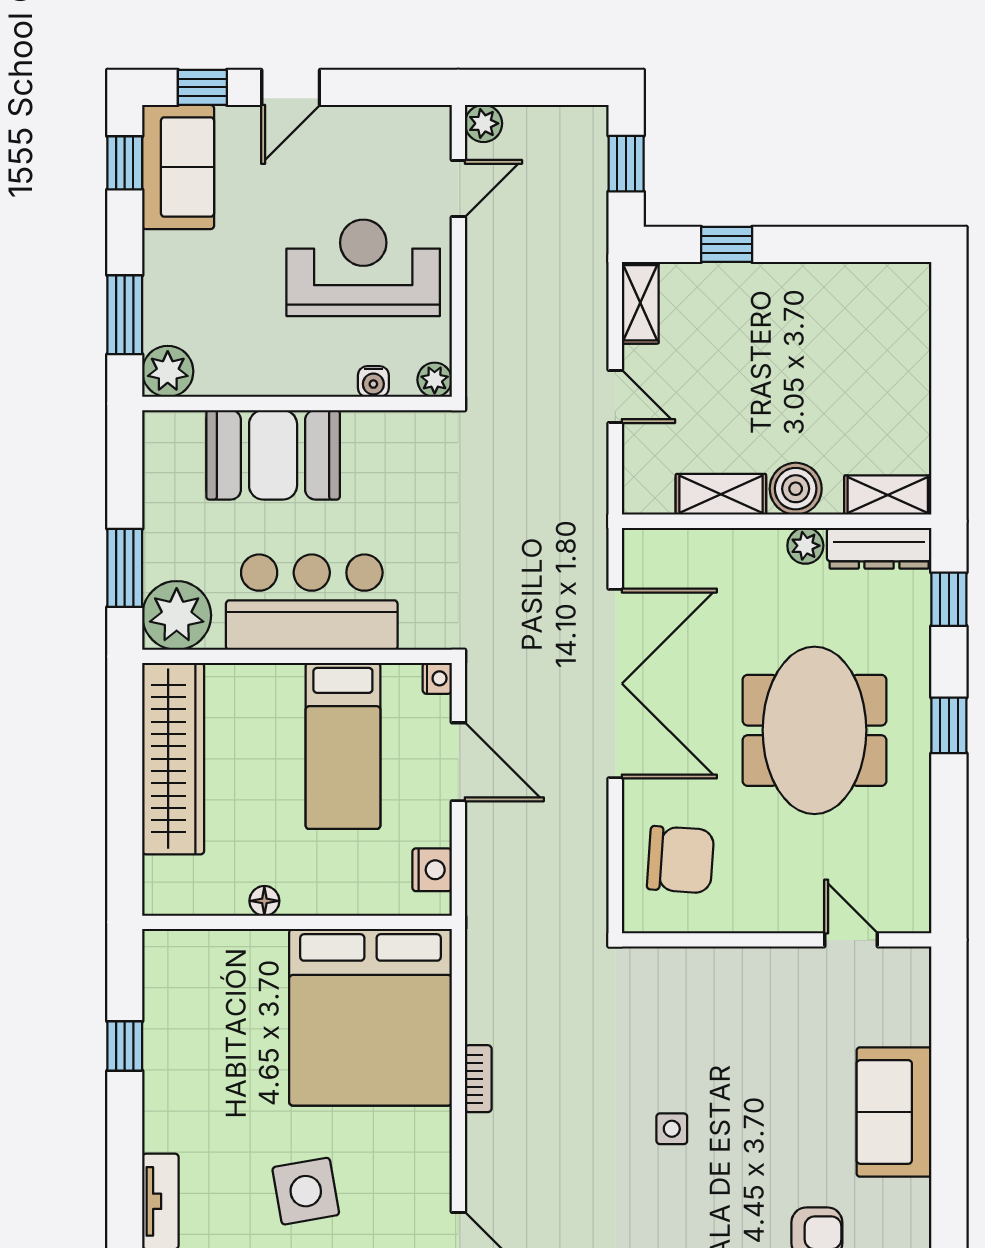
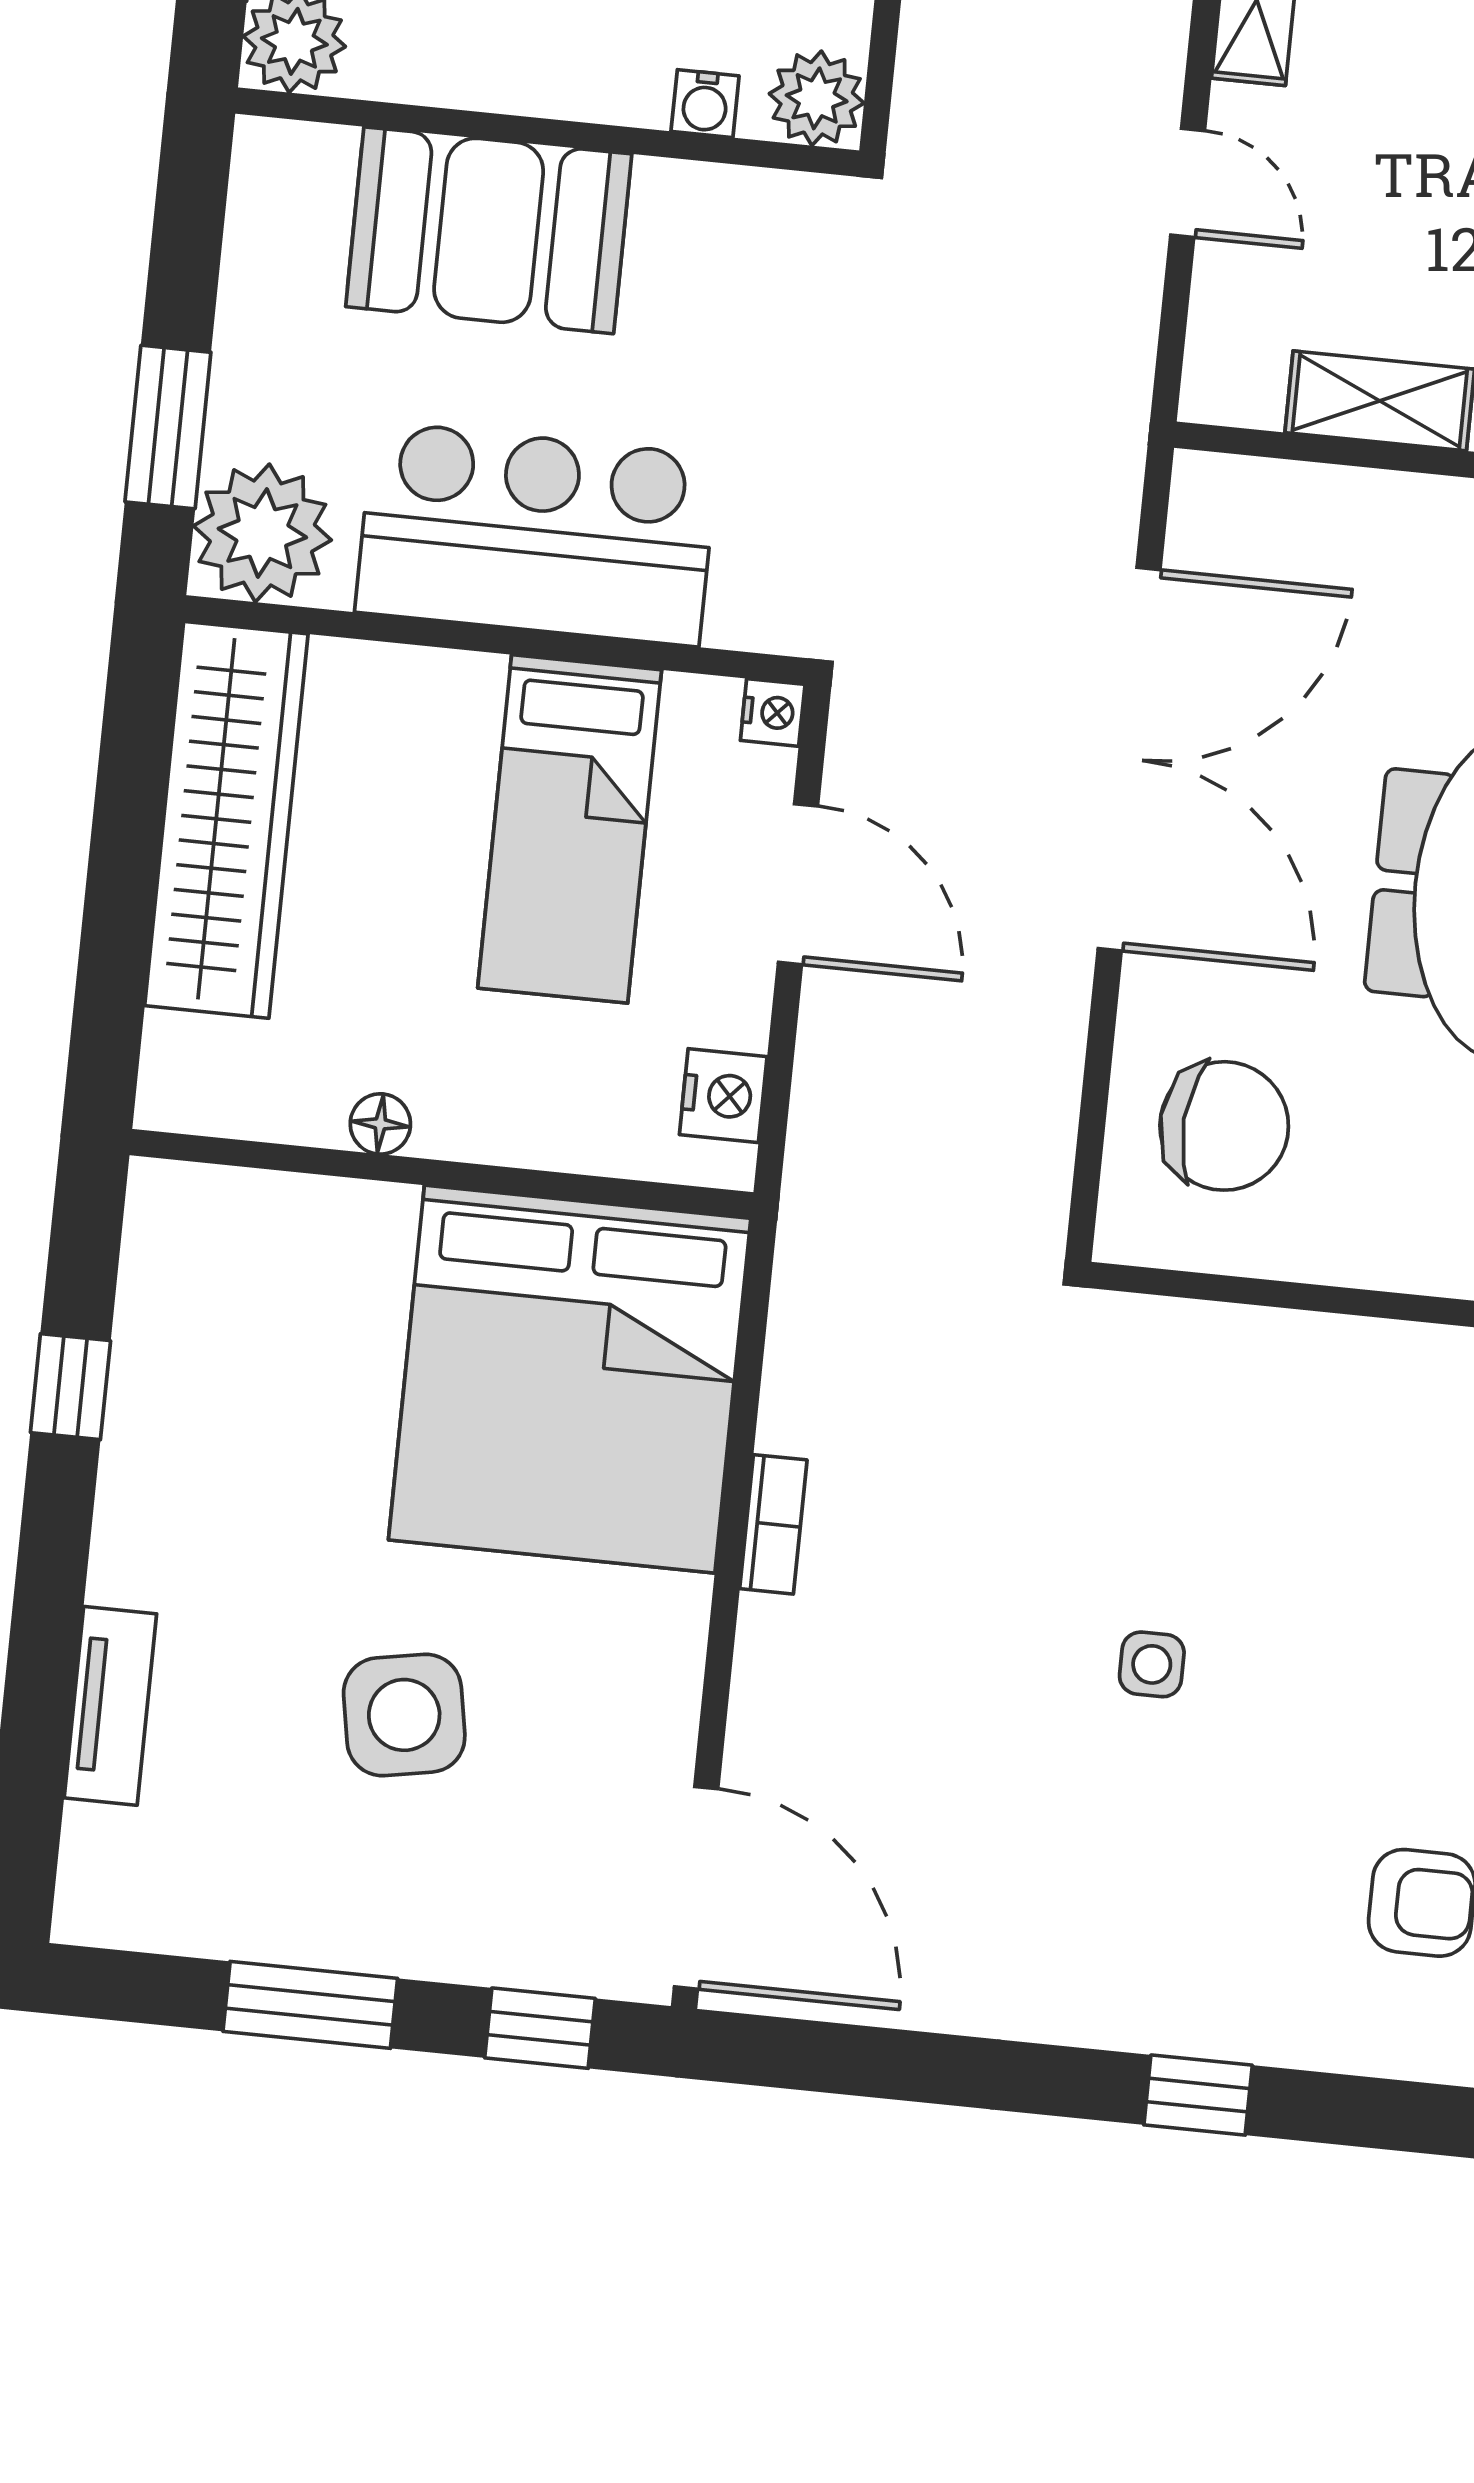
plant: (435, 380) -> (817, 98), width x1.38, depth x1.38

